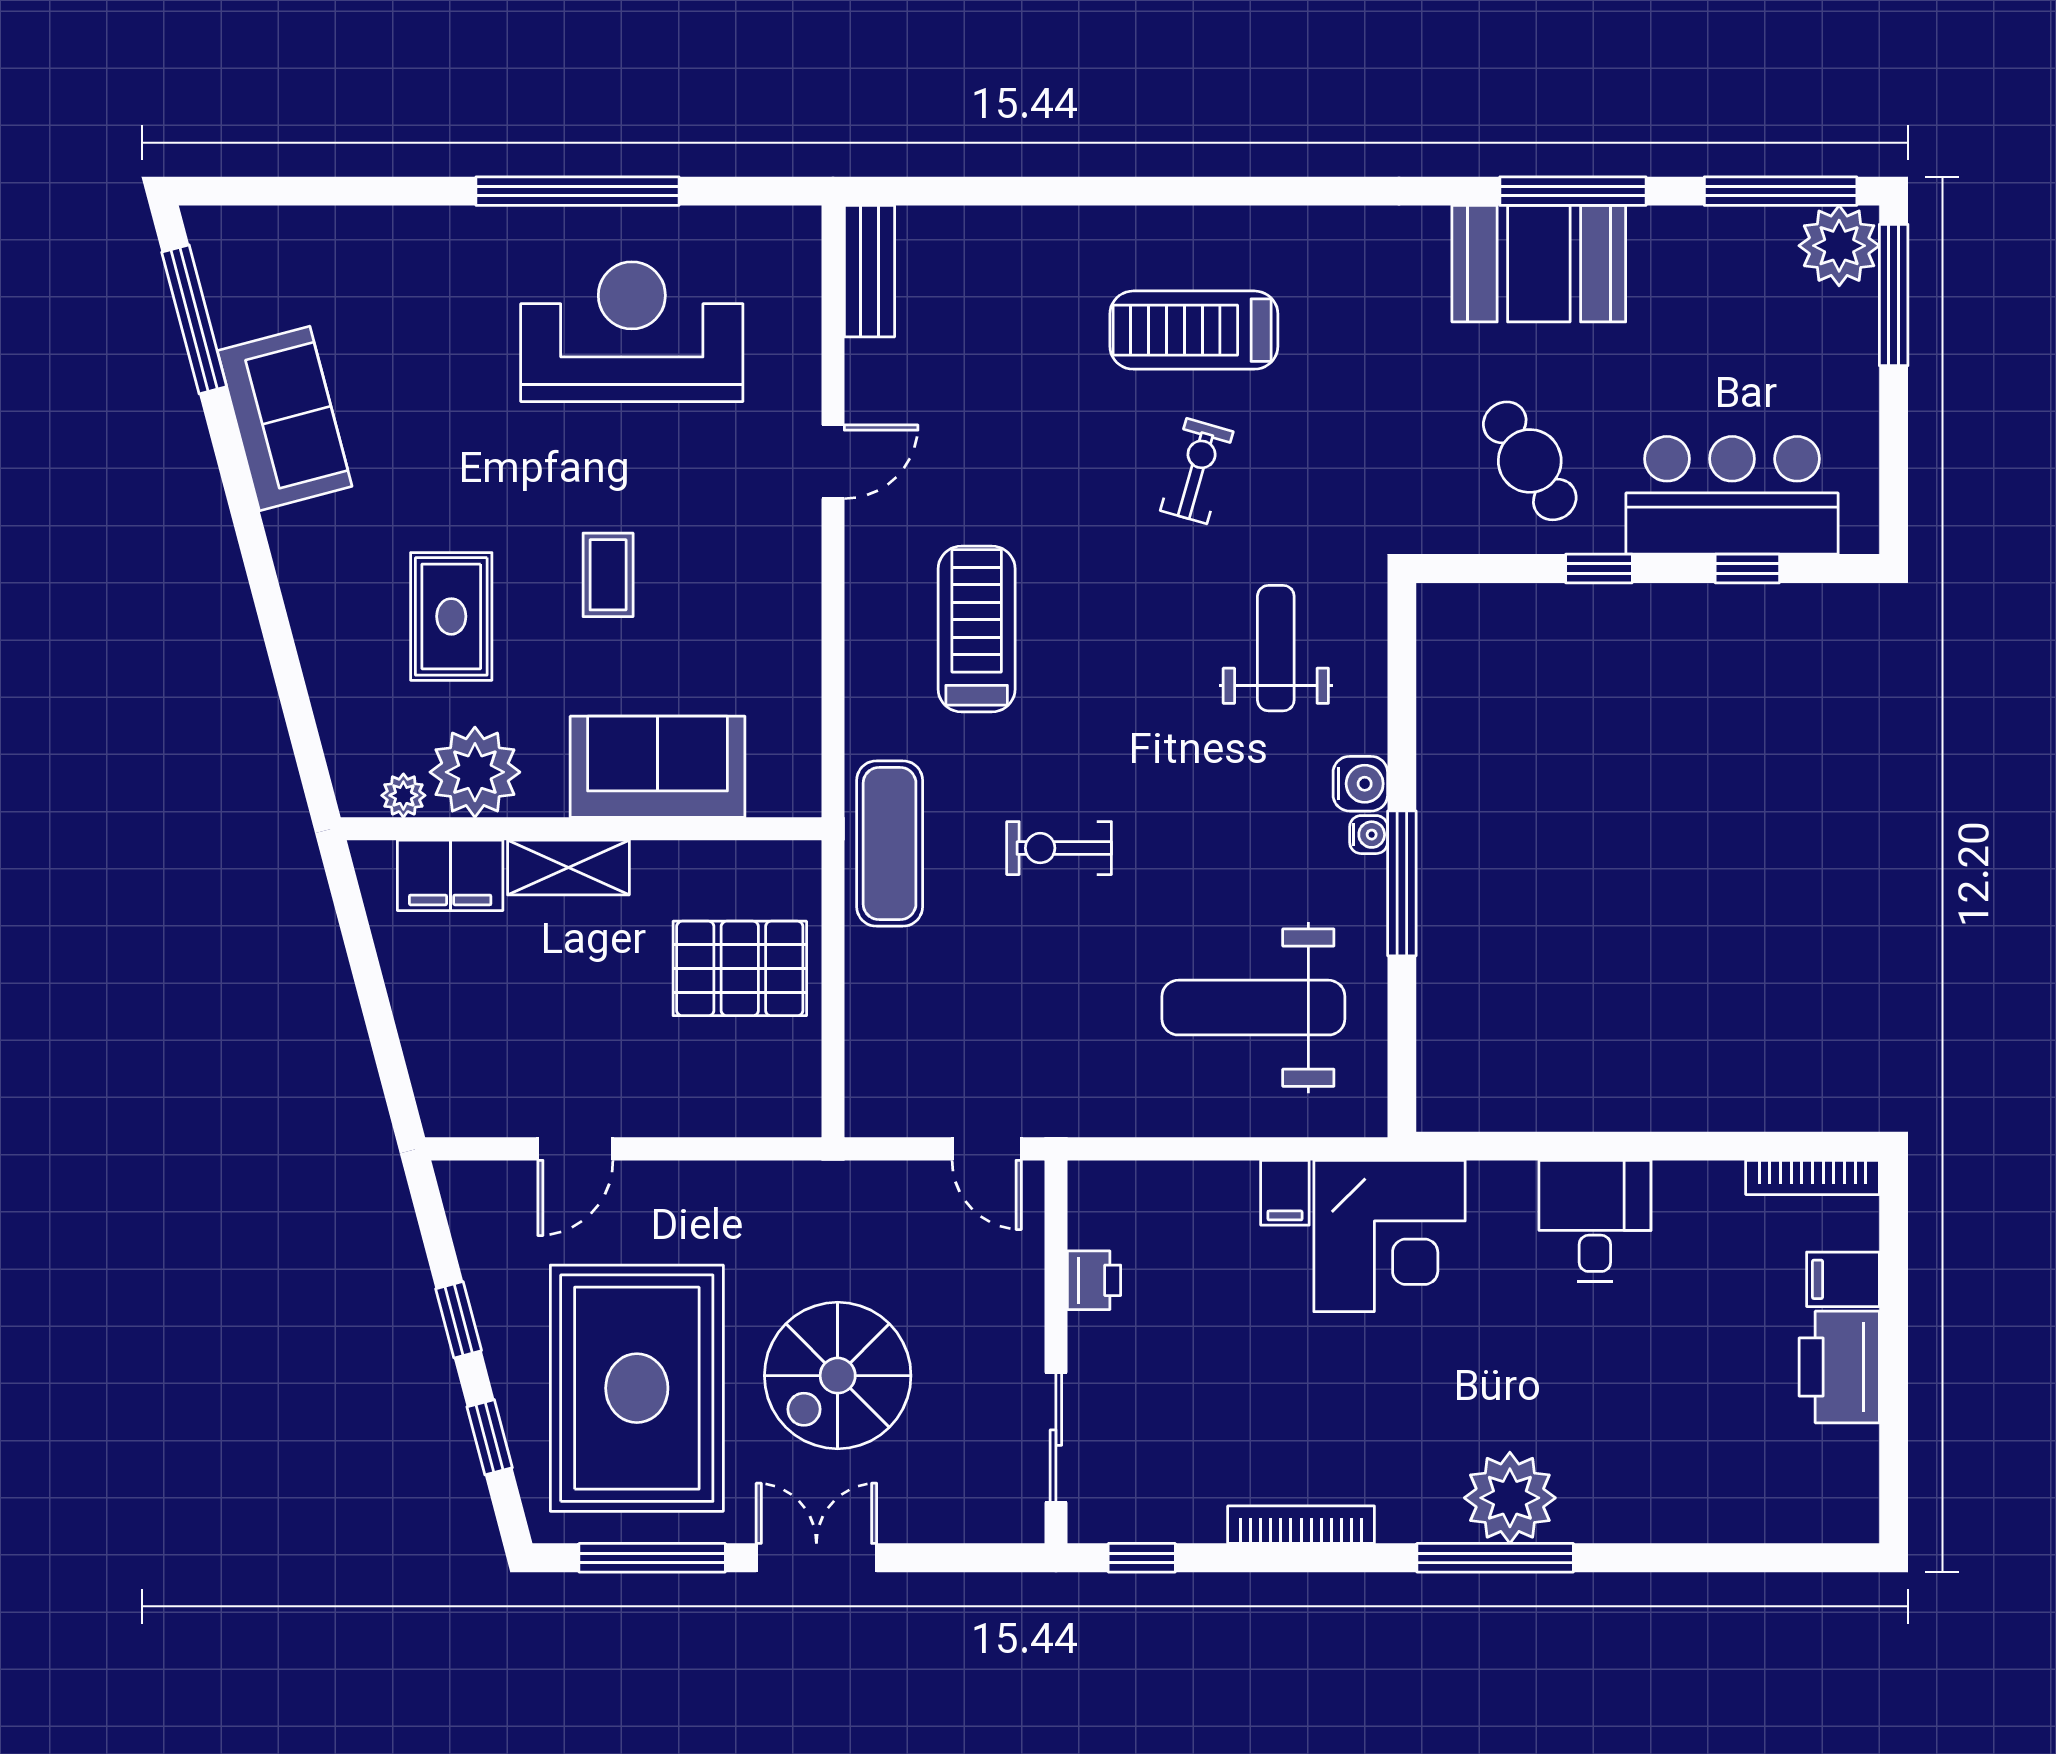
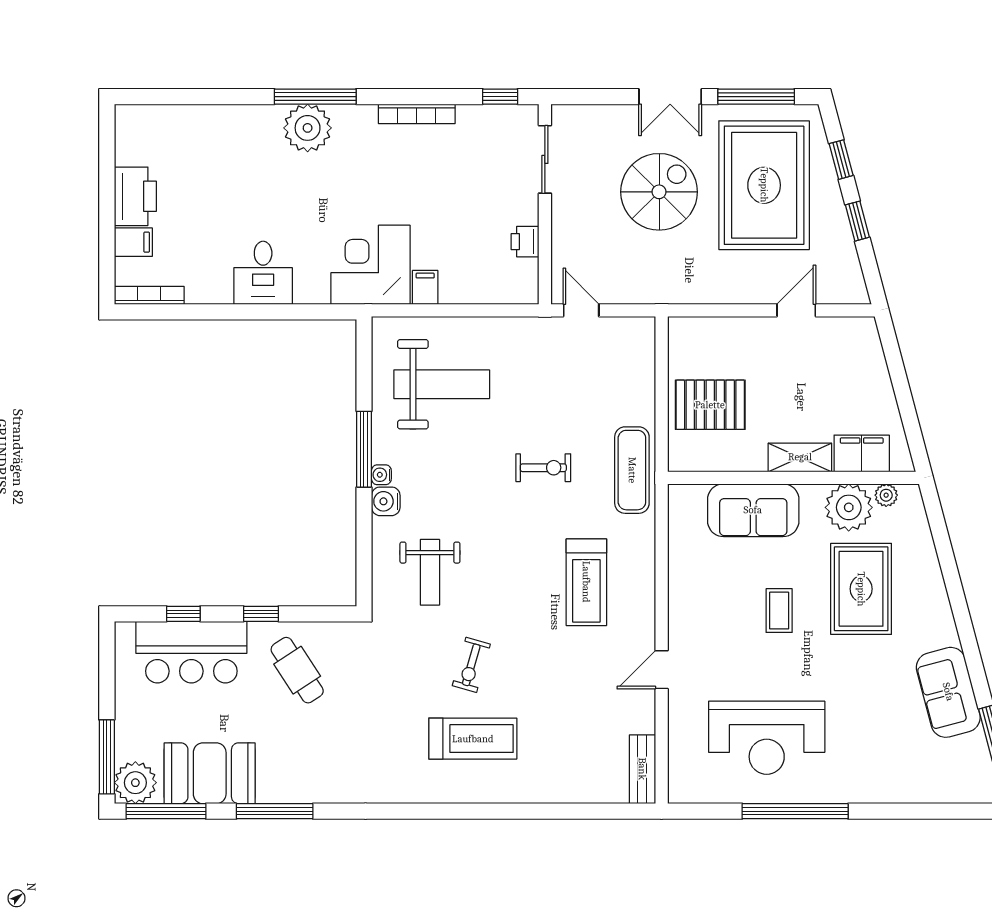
booth: (1539, 264) -> (210, 773), moved
rug: (451, 616) -> (861, 589), width x1.36, depth x1.43

